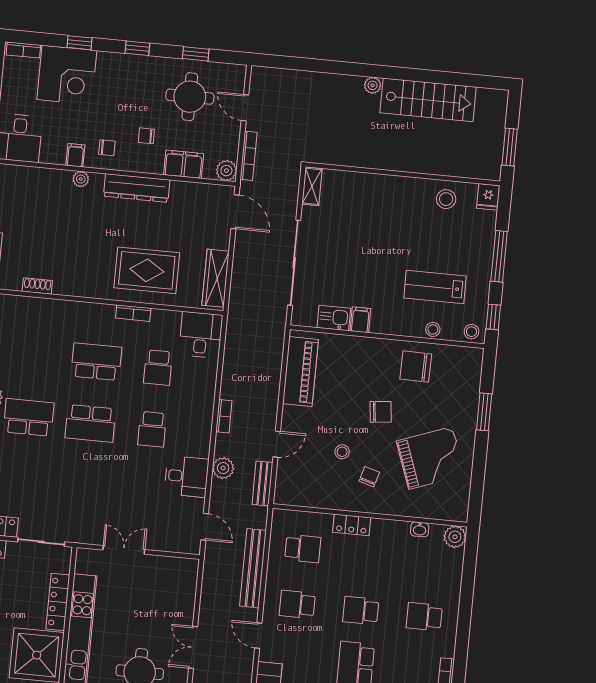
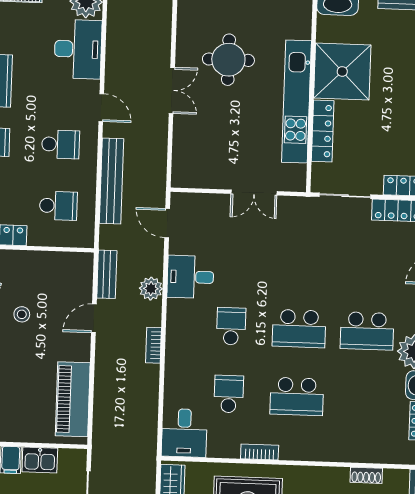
school desk: (90, 423) -> (299, 329), turned 180
school desk: (303, 549) -> (58, 206), turned 180

